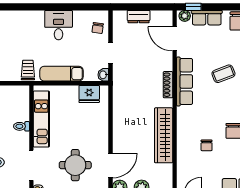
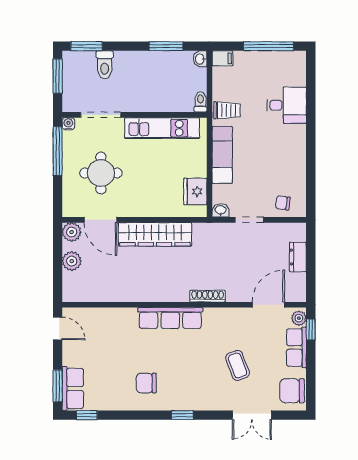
desk: (59, 25) -> (287, 105), moved
coffee table: (223, 74) -> (238, 365), moved
row of seats: (185, 81) -> (170, 318), moved
toilet: (22, 126) -> (200, 102), moved
wardrobe: (164, 135) -> (155, 234), moved, turned 180
chair: (207, 145) -> (127, 347), removed

